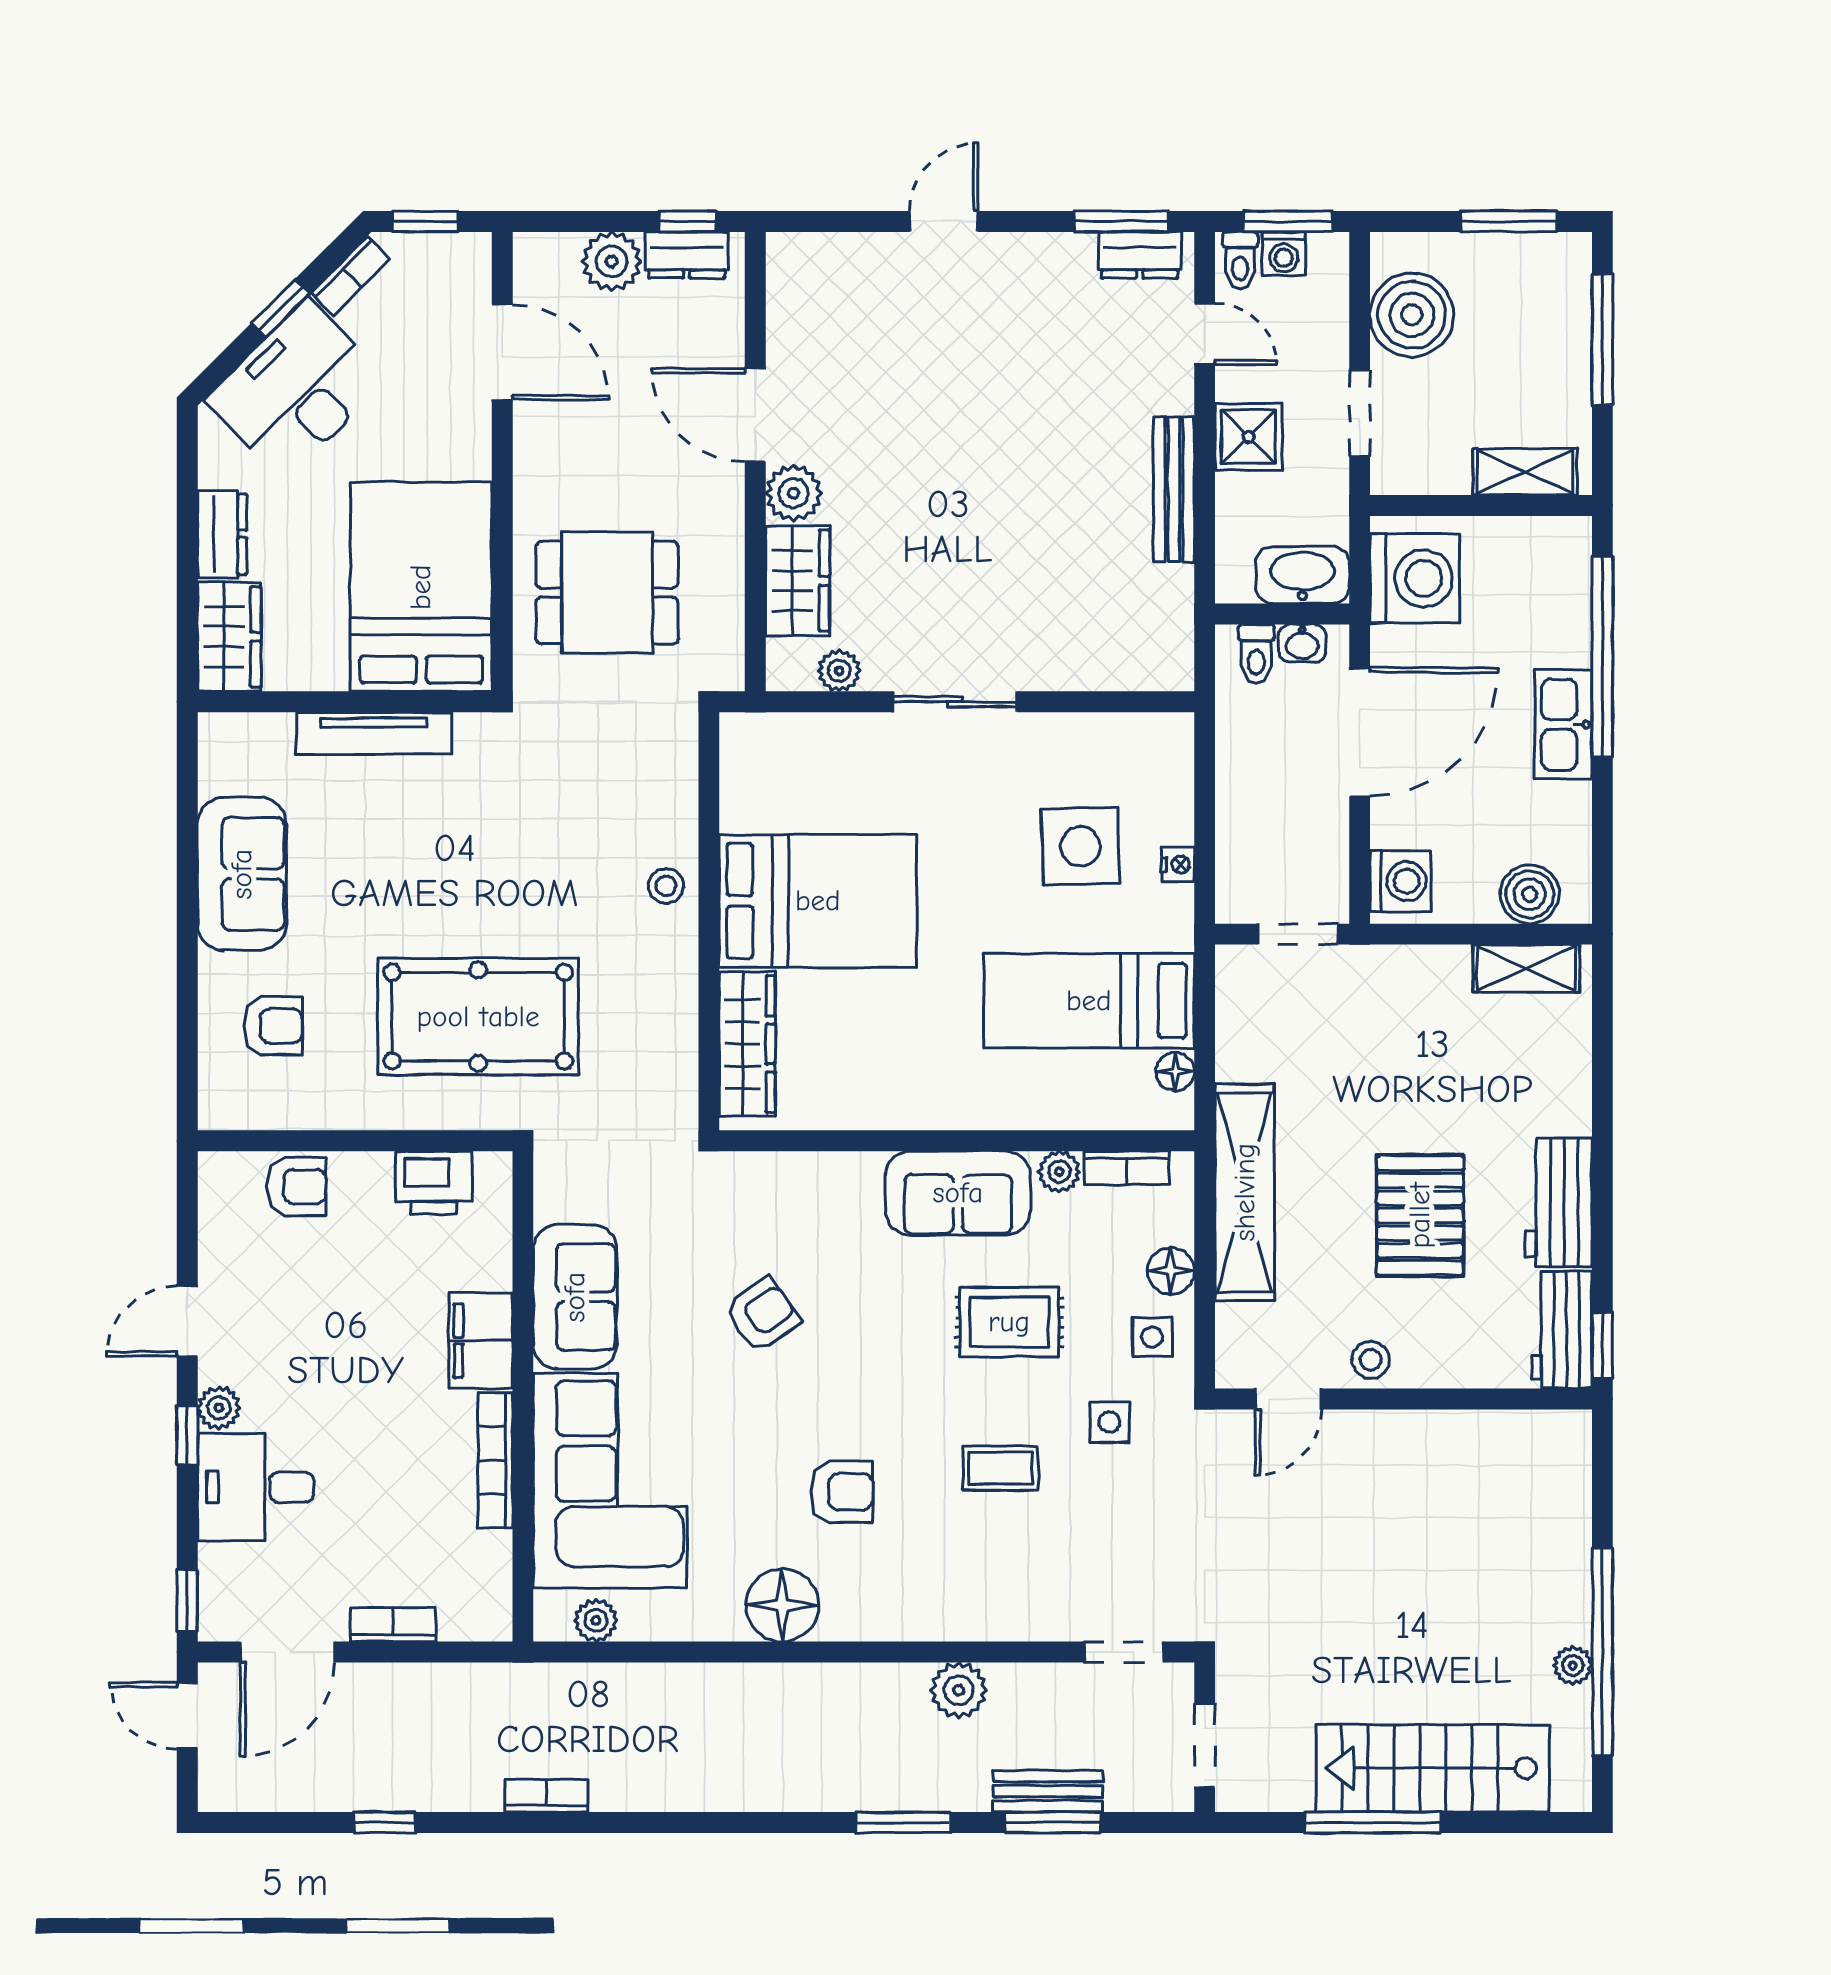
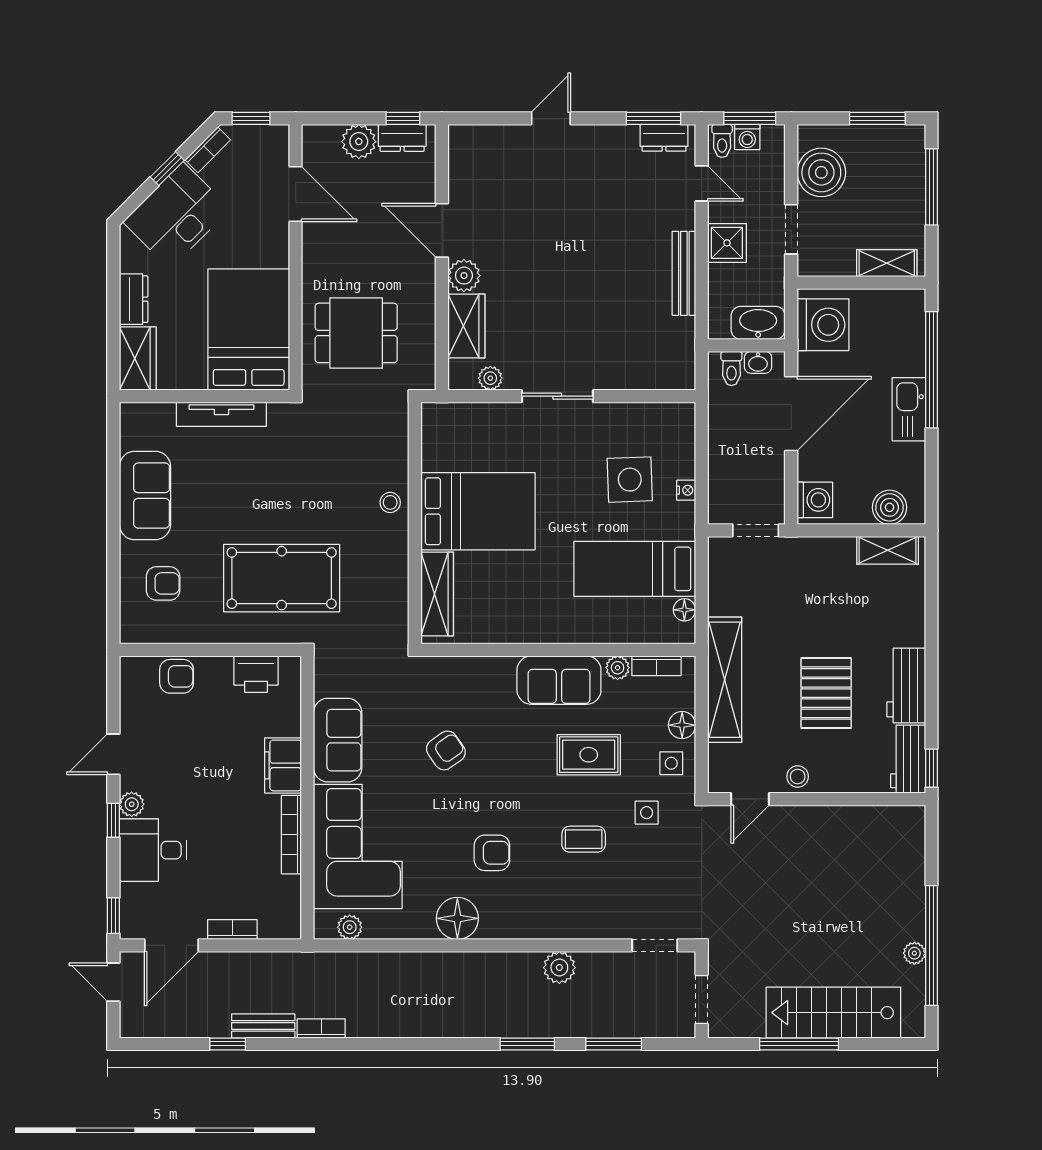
bench: (1048, 1791) -> (263, 1026), moved

